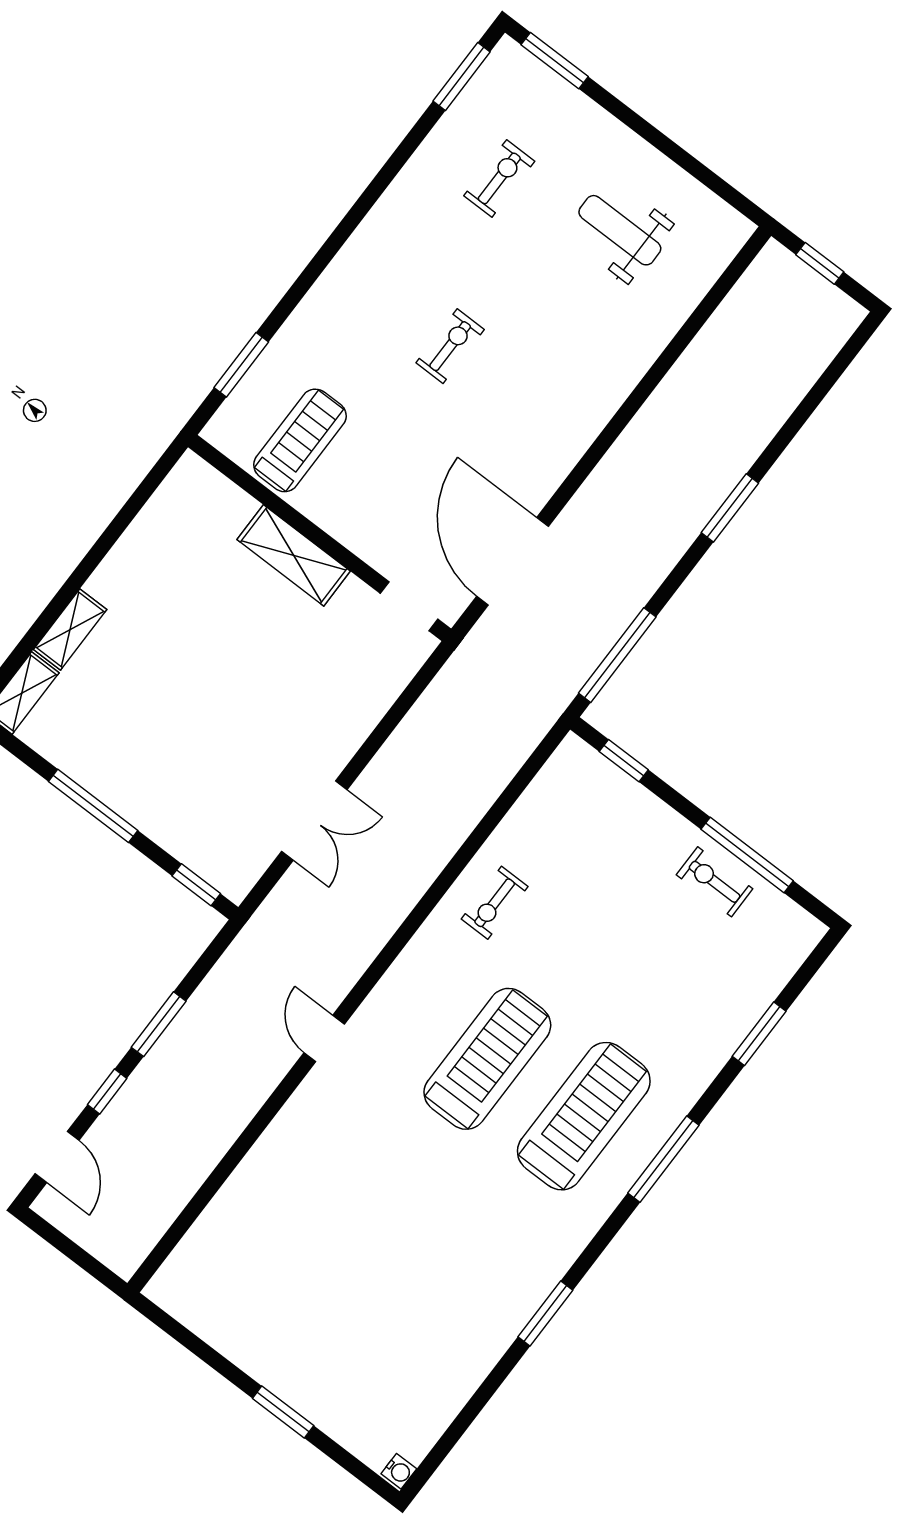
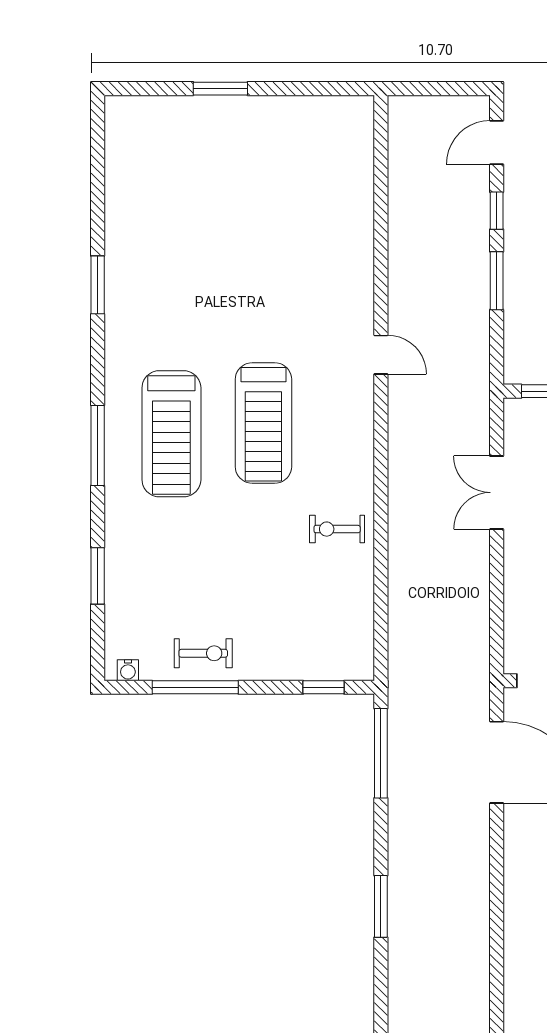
exercise bike: (495, 903) -> (337, 529), turned -90
door: (57, 1157) -> (497, 142), hinge flipped
water cooler: (399, 1471) -> (128, 670), moved, turned -90

